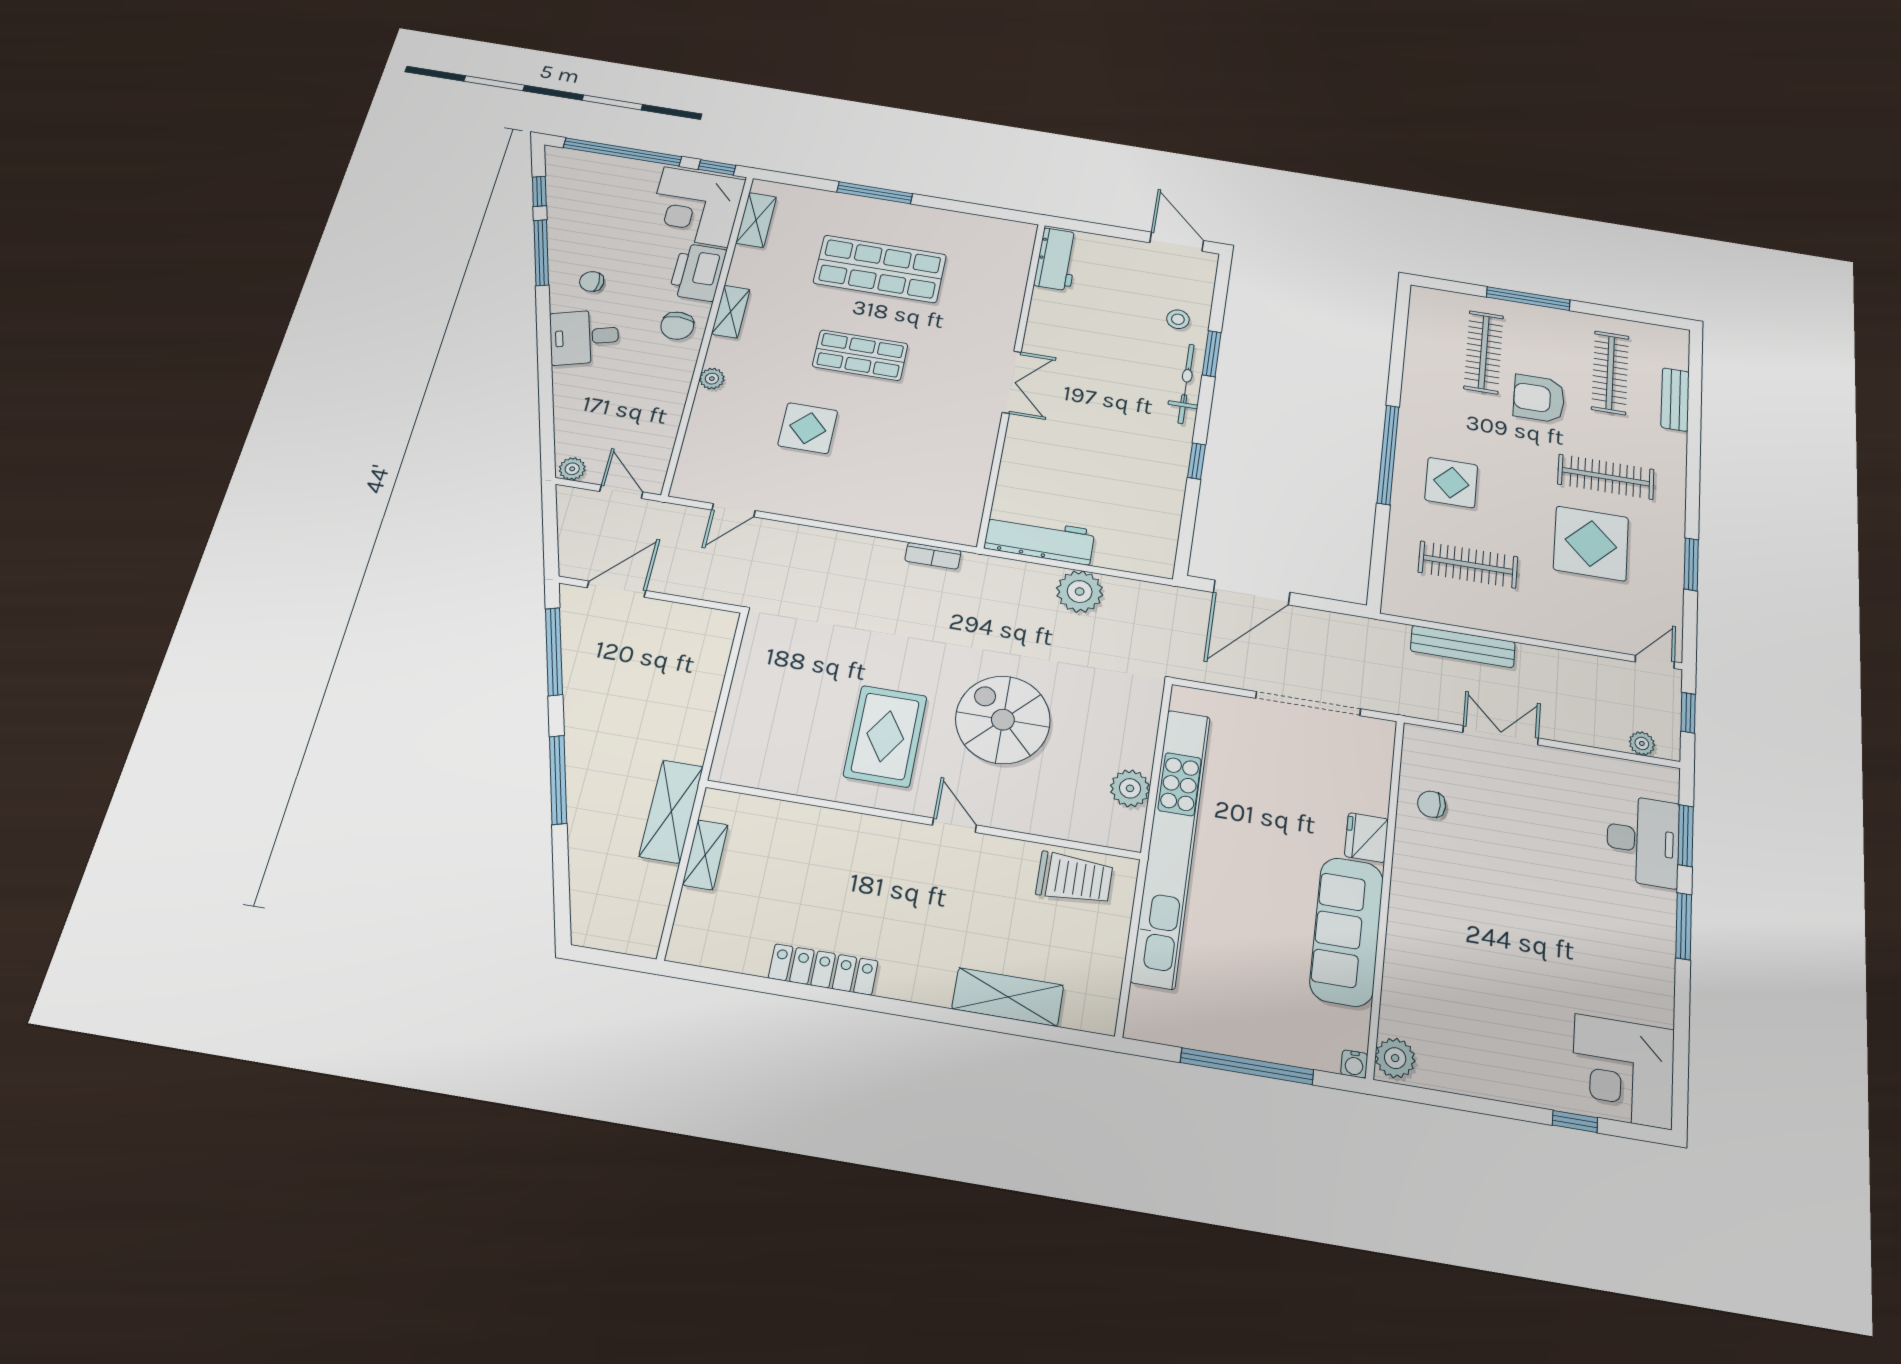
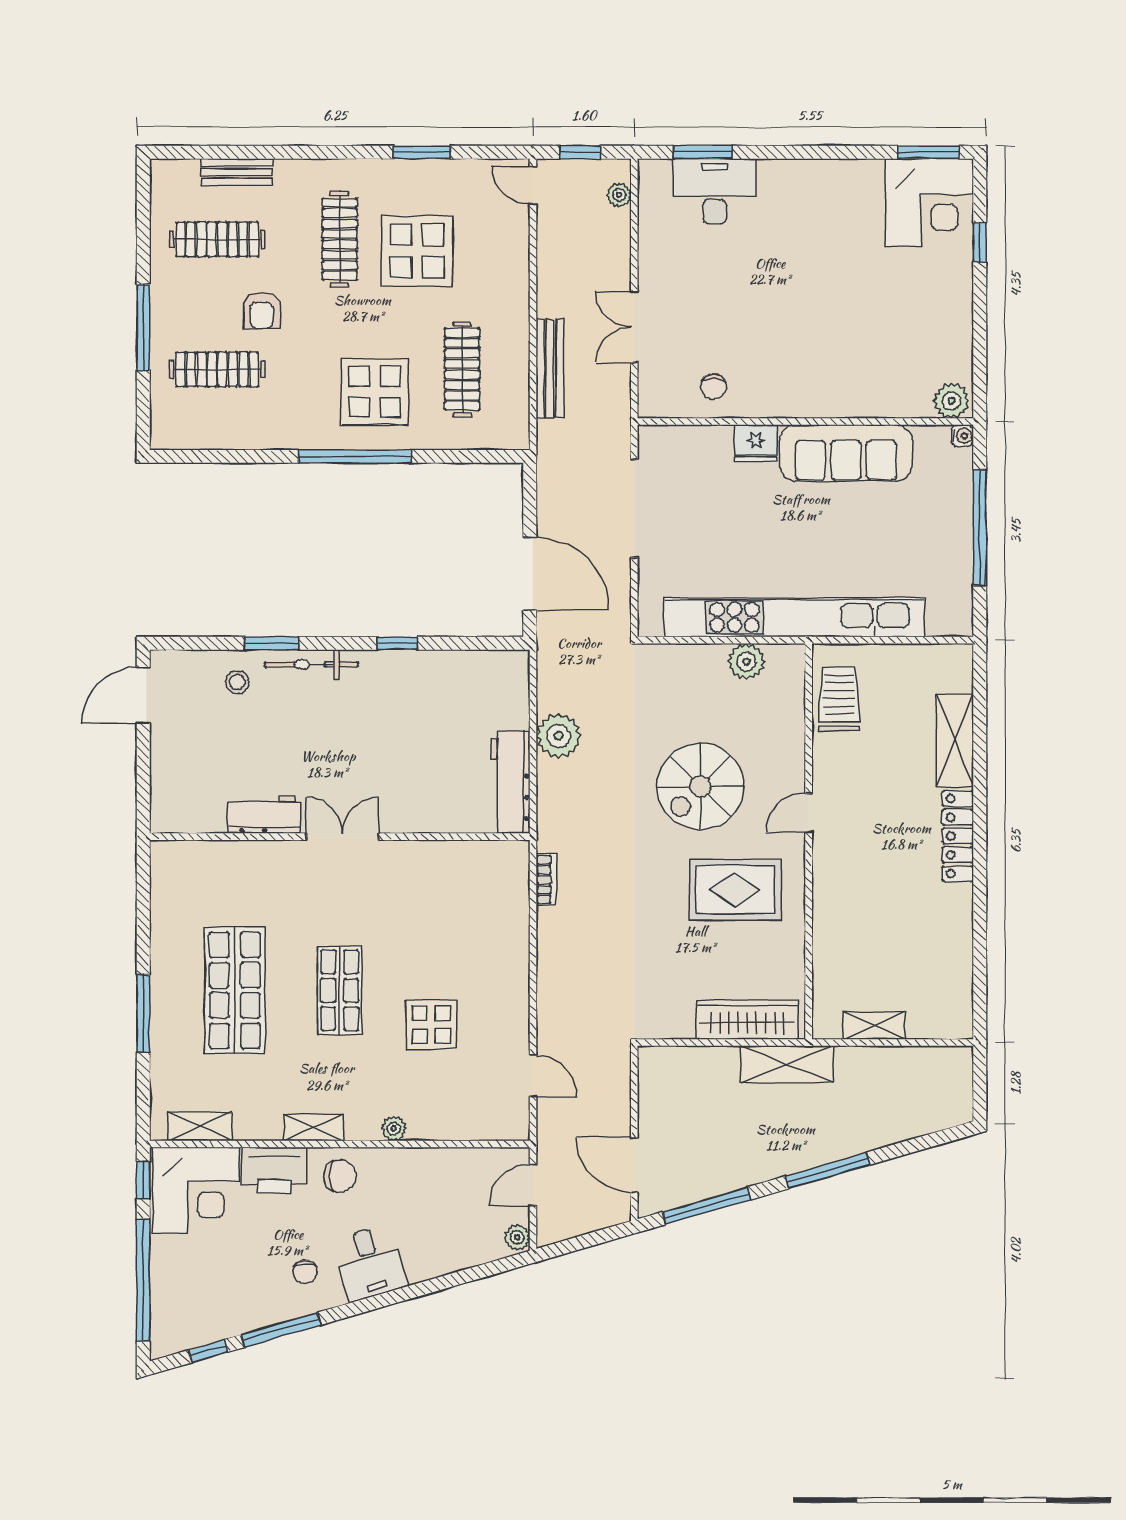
workbench: (1057, 259) -> (264, 815), moved
armchair: (1539, 399) -> (262, 310), width x0.72, depth x0.72
display table: (1451, 483) -> (375, 392), width x1.36, depth x1.36
wardrobe: (743, 725) -> (747, 1020), added
shelving: (671, 811) -> (787, 1064), moved
window: (1684, 926) -> (928, 152), moved
locker: (823, 969) -> (958, 836), moved

